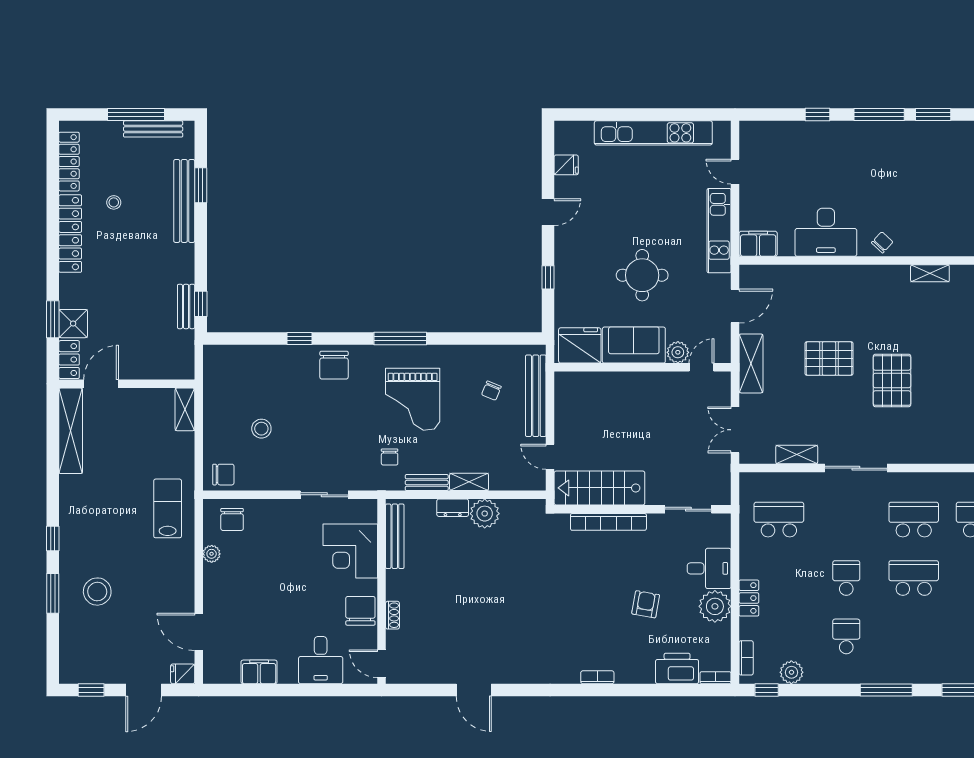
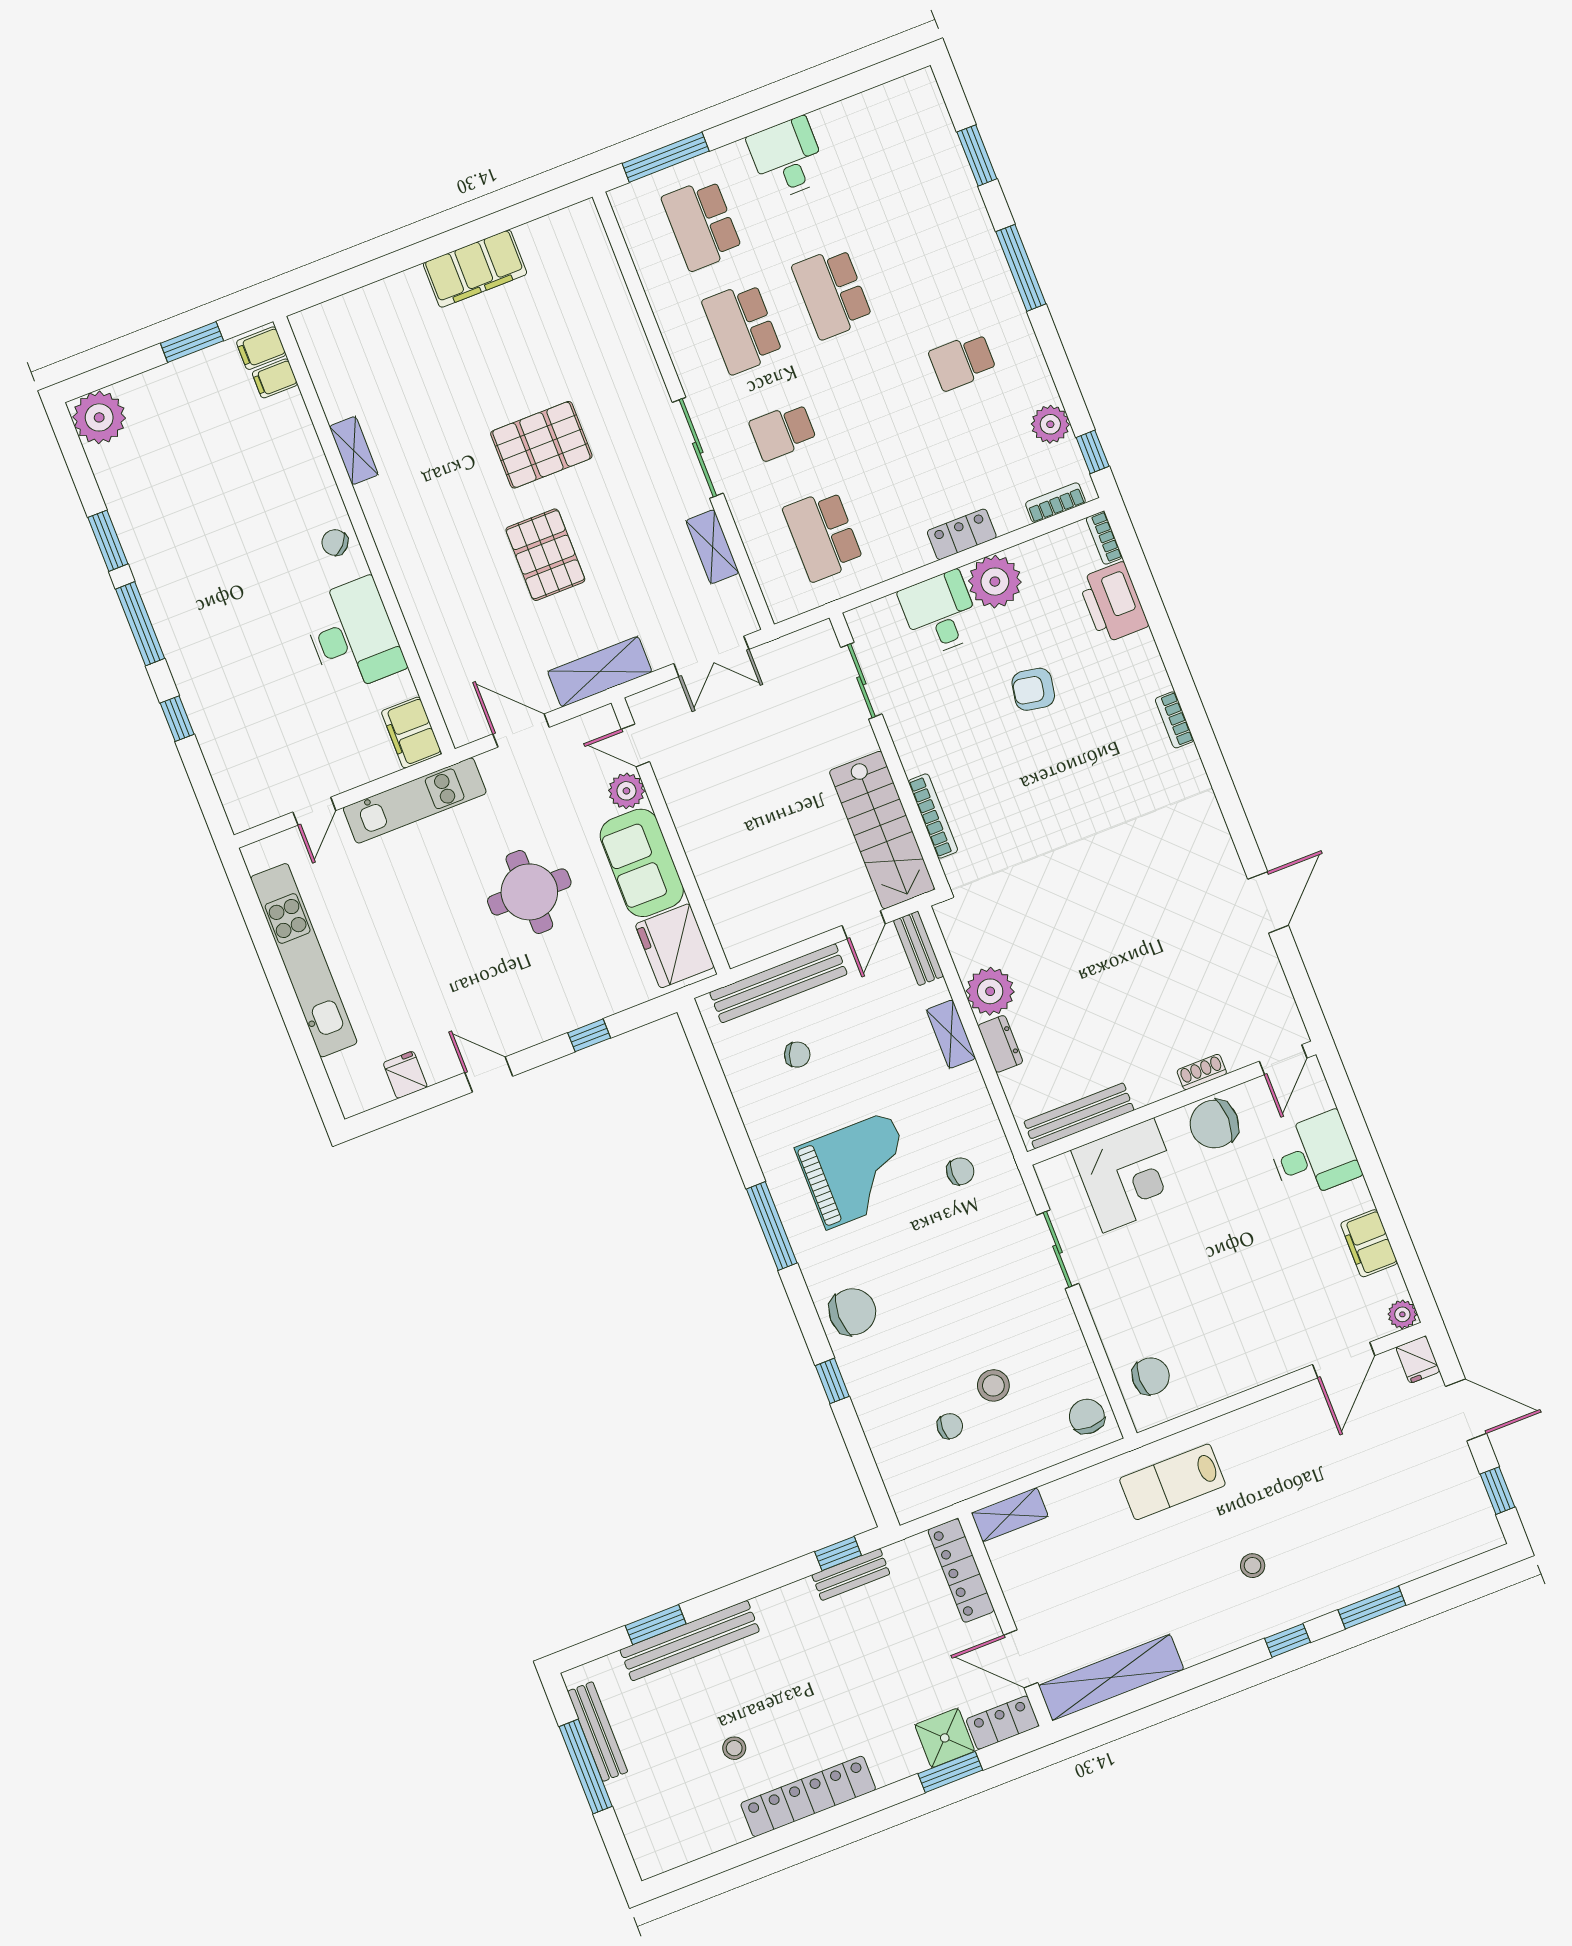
locker: (69, 162) -> (961, 1570), moved, turned -90
chair: (248, 395) -> (950, 1426), added
bench: (427, 483) -> (919, 948), moved
bookcase: (608, 522) -> (933, 816), width x0.68, depth x0.76
plant: (212, 554) -> (1402, 1314), moved
school desk: (846, 578) -> (783, 432), moved
stool: (97, 592) -> (1253, 1566), moved, width x0.53, depth x0.53

